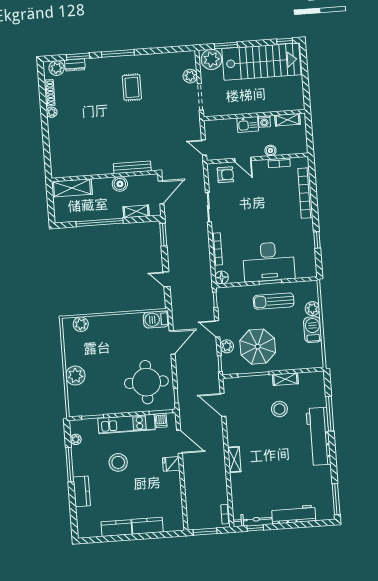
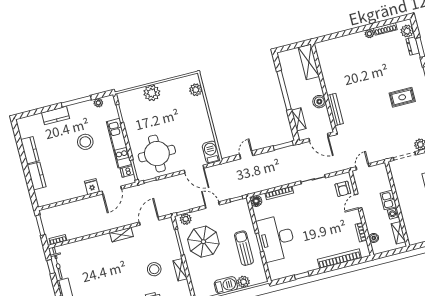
boiler: (271, 150) -> (374, 238), moved
door: (217, 329) -> (212, 205), hinge flipped
plant: (227, 346) -> (186, 219), moved
shelving: (234, 460) -> (122, 235), moved

